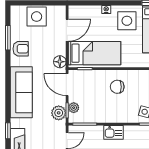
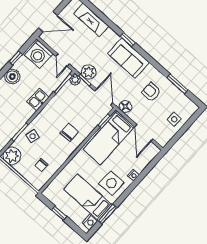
side table: (37, 17) -> (174, 119), width x0.54, depth x0.54
armchair: (21, 49) -> (151, 92), moved, turned 90
door: (67, 85) -> (104, 97), hinge flipped
sofa: (21, 92) -> (128, 58), width x0.73
plant: (74, 108) -> (75, 80), moved
window: (8, 131) -> (128, 39), moved

